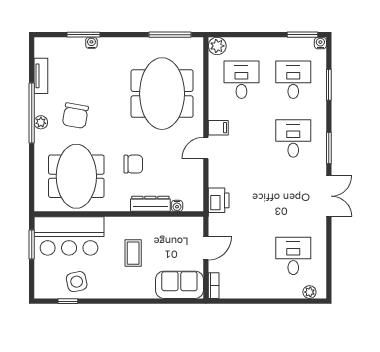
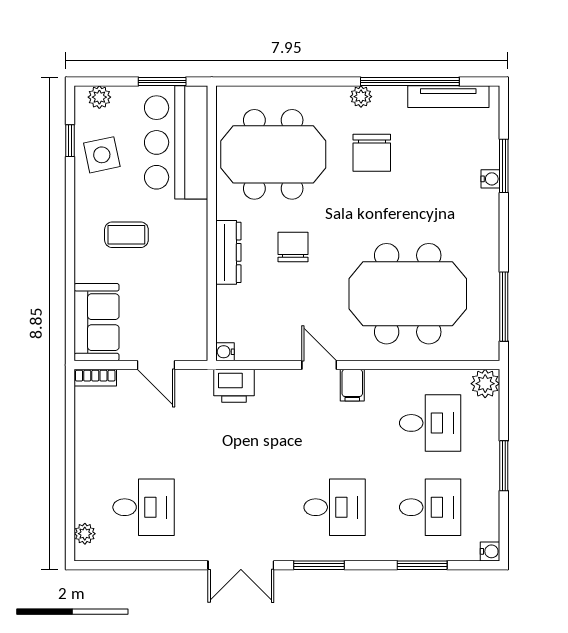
window: (303, 35) -> (504, 466), moved
tv unit: (41, 76) -> (448, 97), width x1.41
window: (32, 113) -> (410, 81), moved
chair: (75, 116) -> (372, 153), turned -100
chair: (133, 164) -> (293, 247), turned 180
dresser: (150, 204) -> (228, 252), moved
water cooler: (177, 206) -> (225, 352), moved
coffee table: (133, 253) -> (126, 235), moved
plant: (41, 283) -> (99, 97), added

